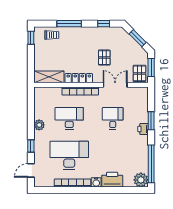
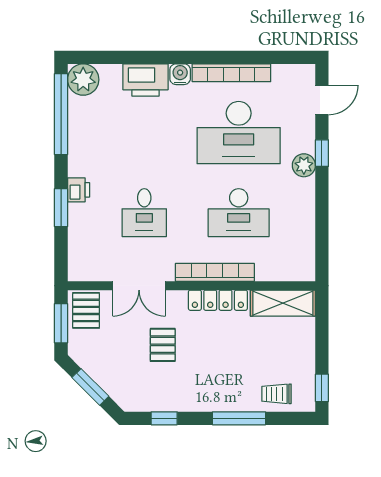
plant: (39, 125) -> (304, 165), moved

